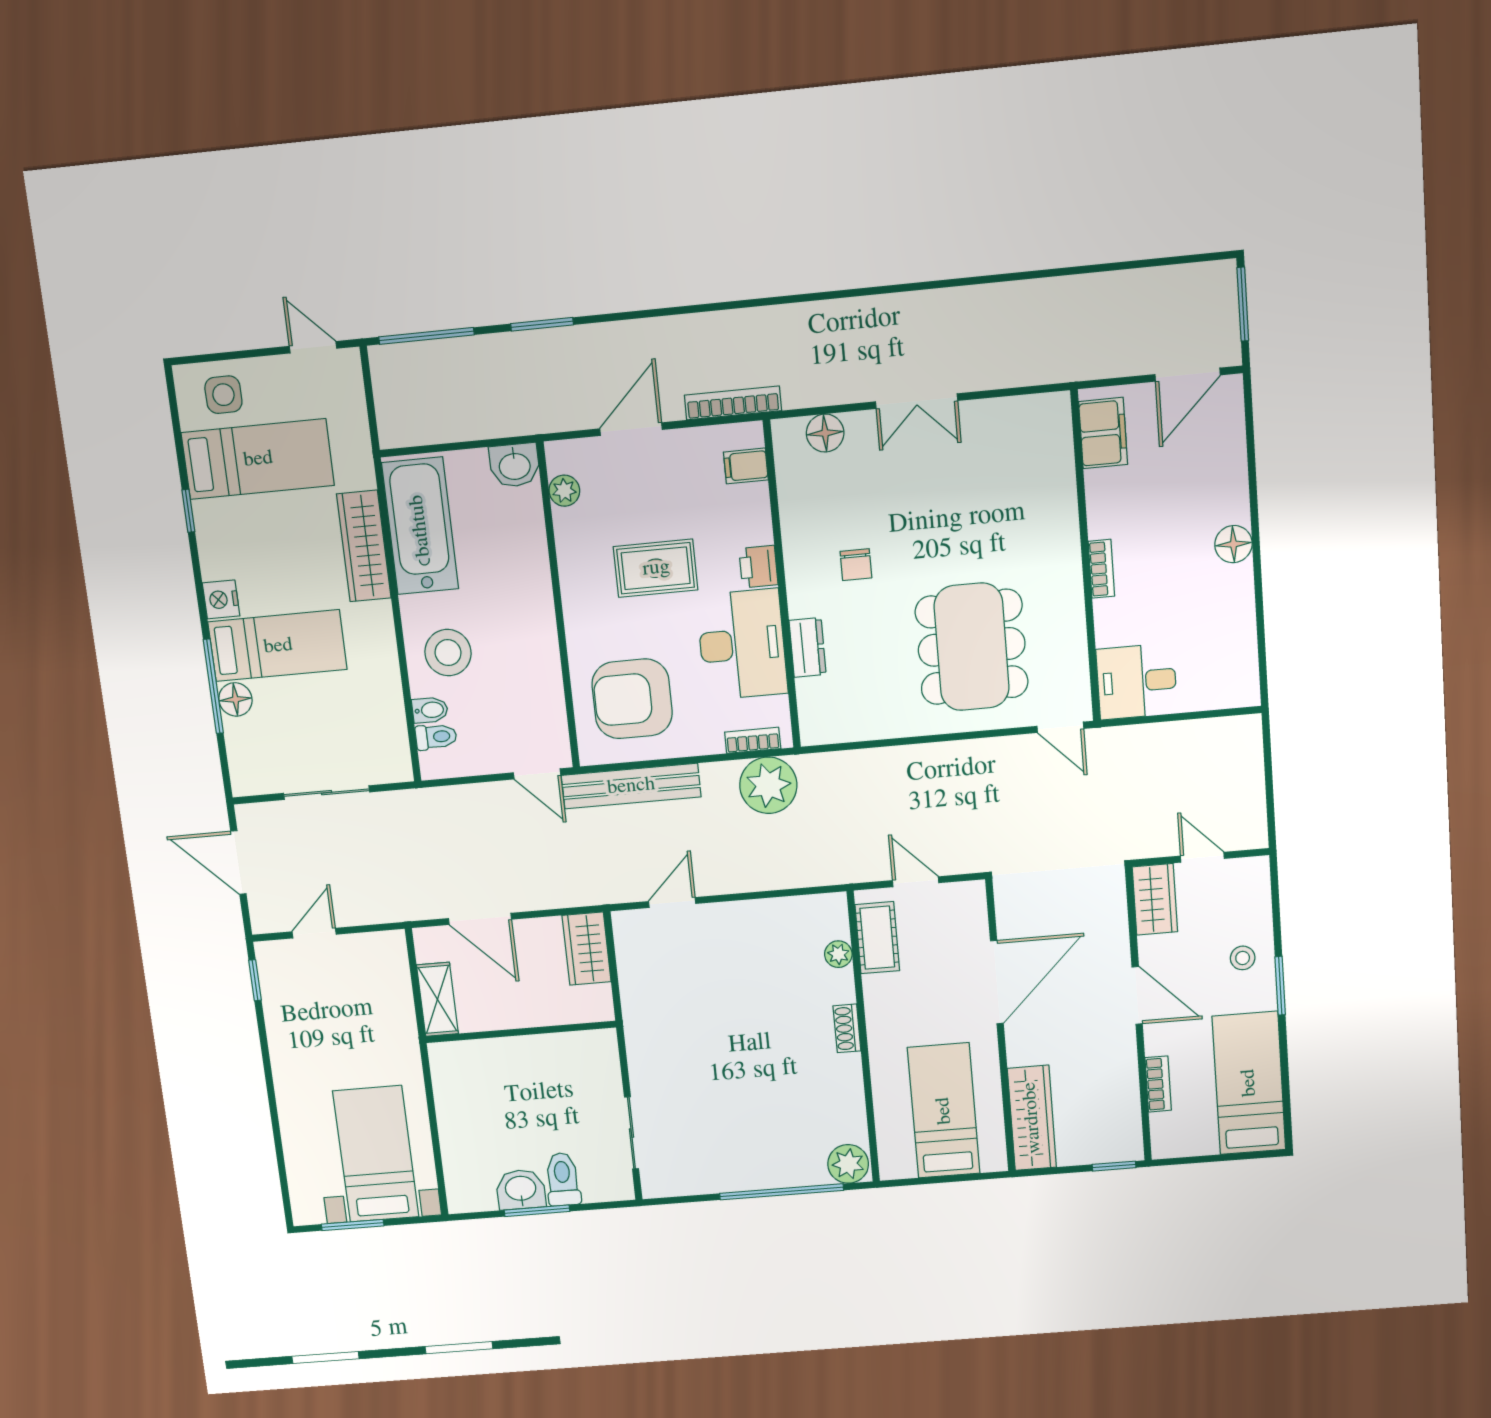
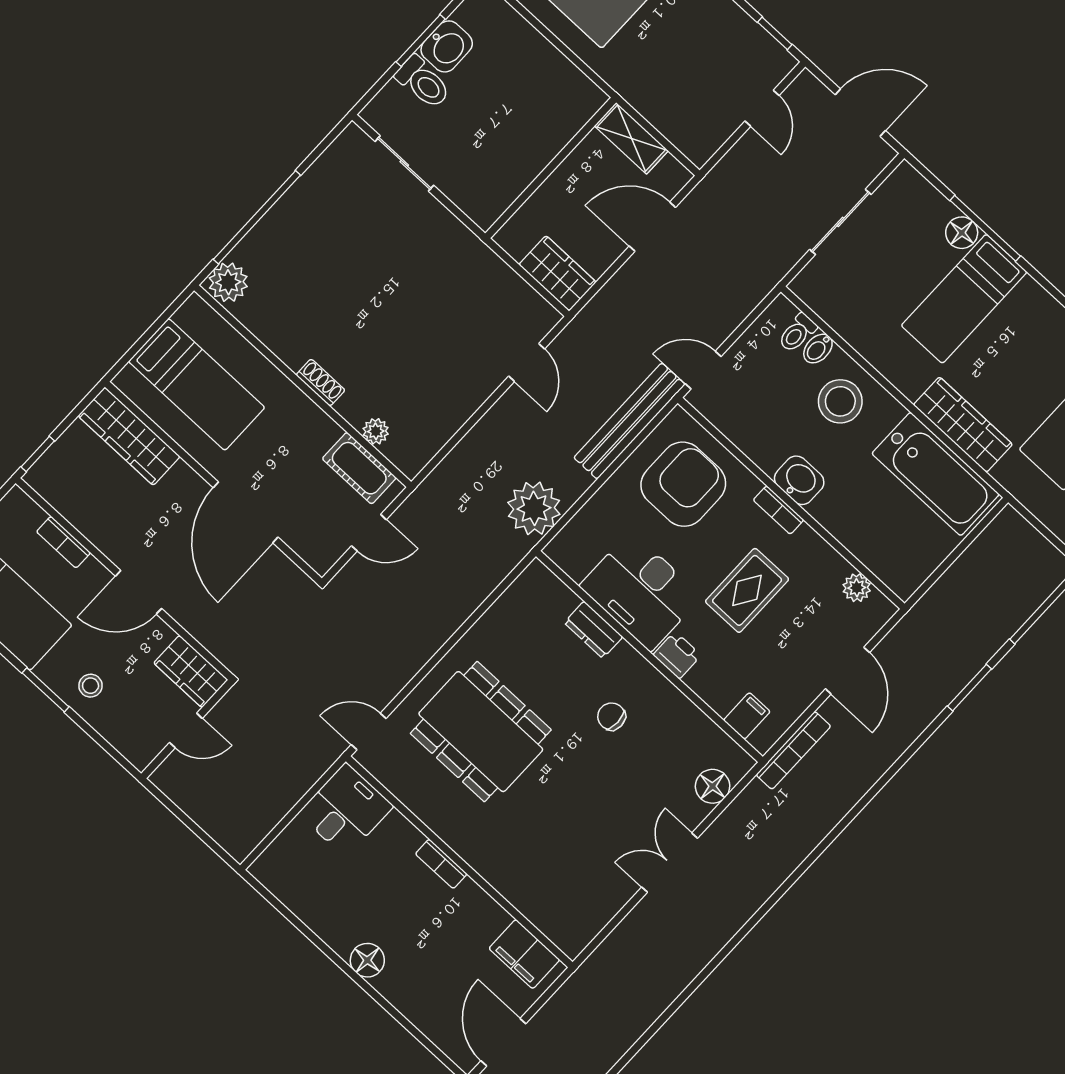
washbasin: (515, 465) -> (799, 480), moved, turned 90
nightstand: (221, 599) -> (1031, 297), removed
bookcase: (753, 740) -> (779, 510), moved, turned 90

